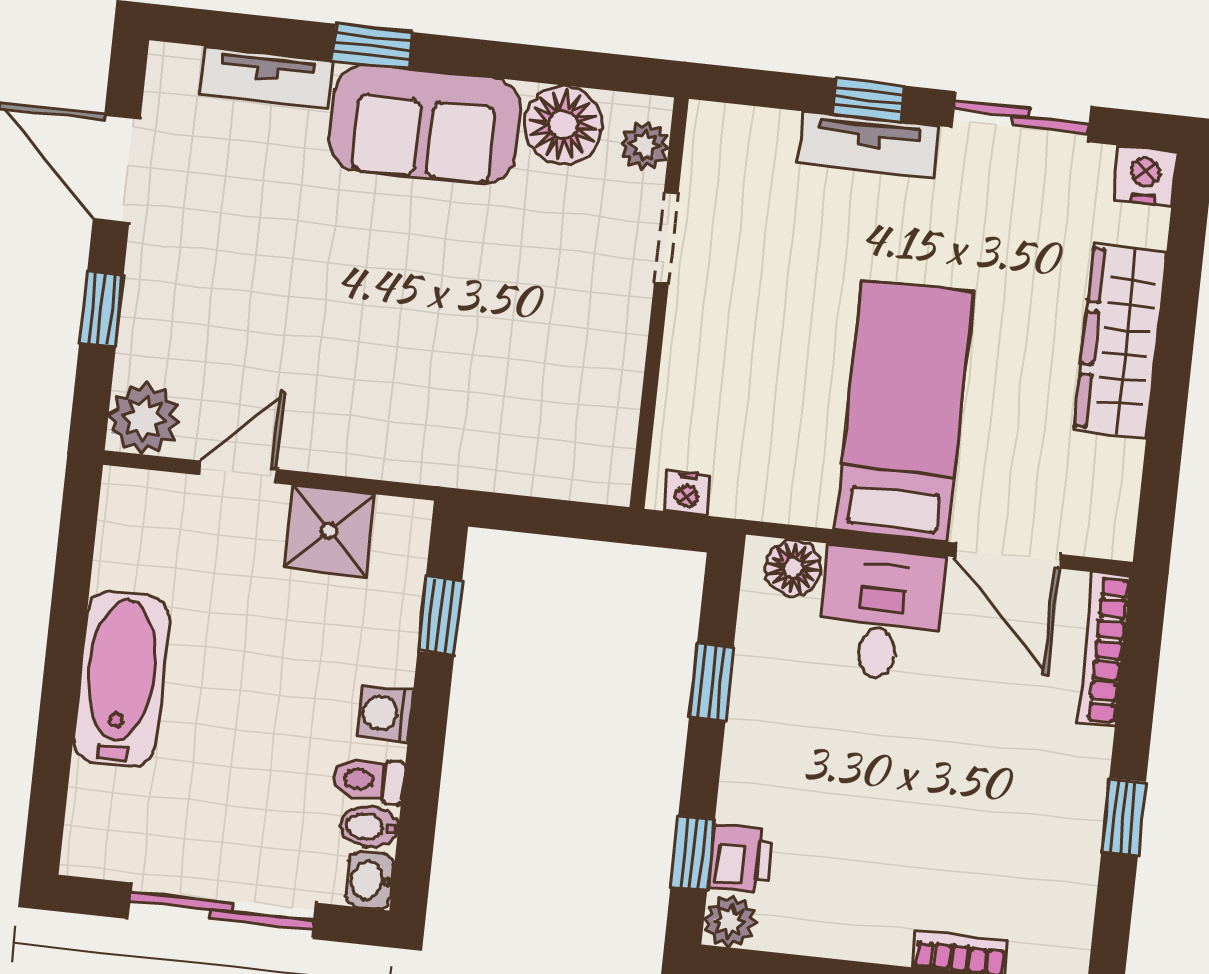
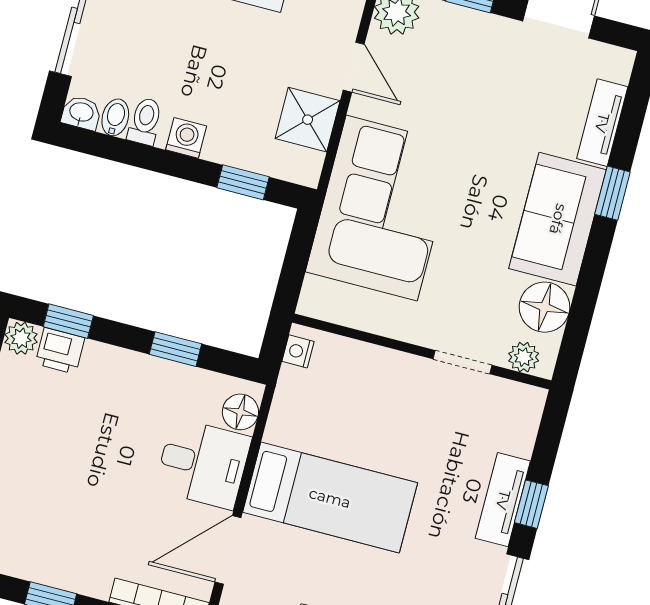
corner sofa: (448, 397) -> (382, 208), added

